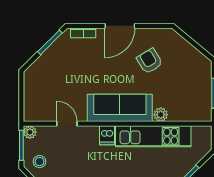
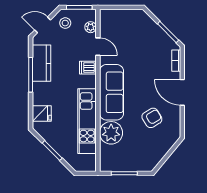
plant: (161, 115) -> (111, 133), width x1.87, depth x1.87
door: (67, 124) -> (98, 47), hinge flipped
plant: (30, 132) -> (91, 27), moved
dishwasher: (107, 135) -> (88, 68), moved

